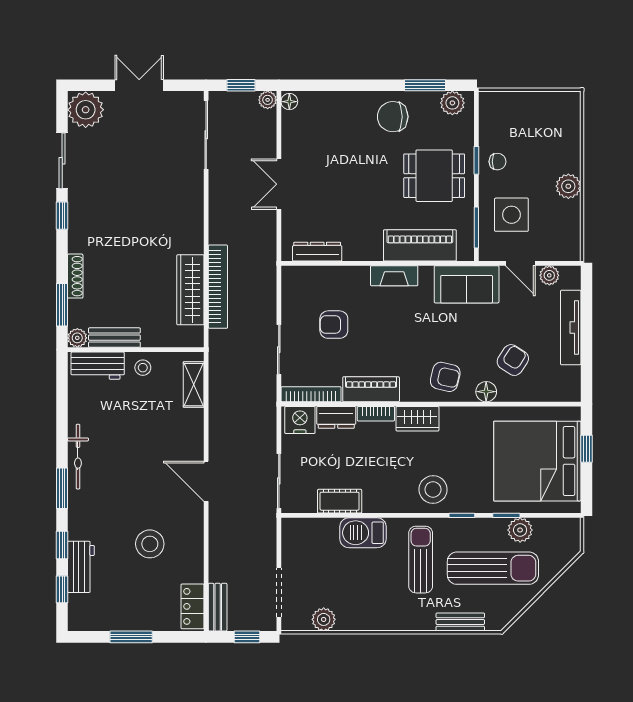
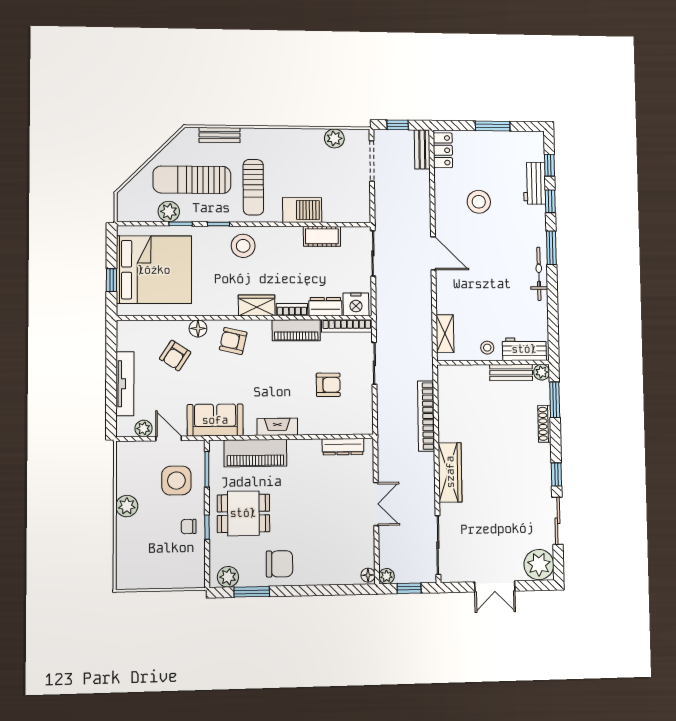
wardrobe: (190, 290) -> (450, 472), moved

